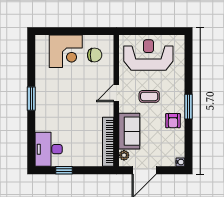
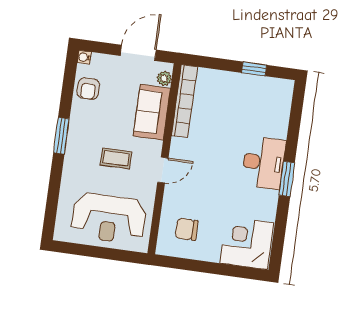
corner desk: (66, 51) -> (247, 243), moved
armchair: (173, 121) -> (88, 89), moved, turned 180
desk: (49, 149) -> (264, 163), moved

